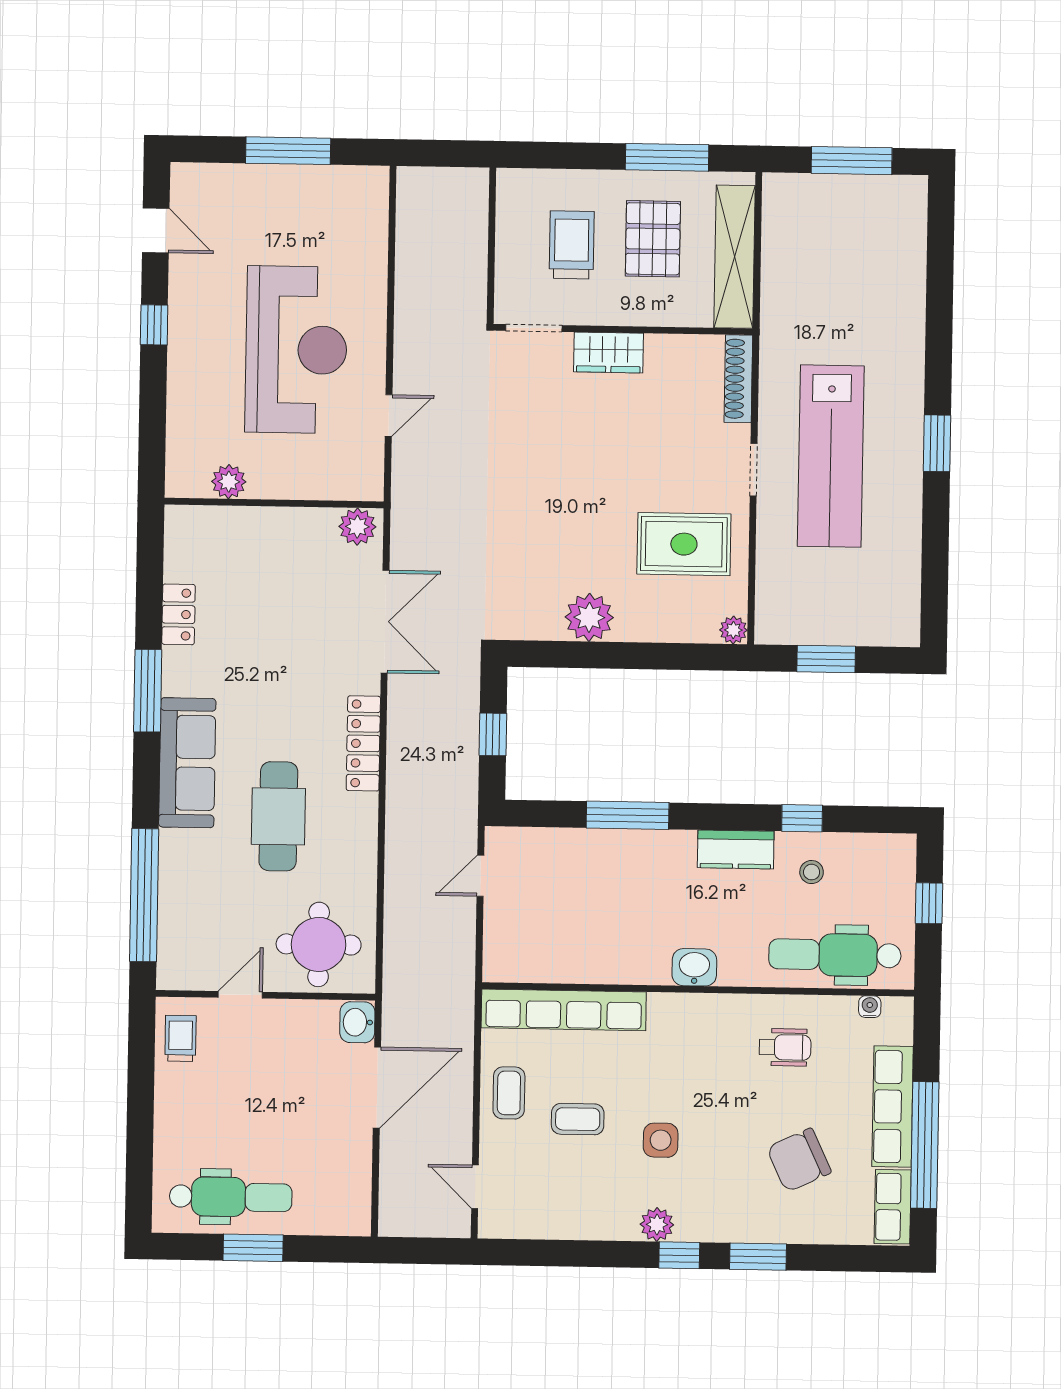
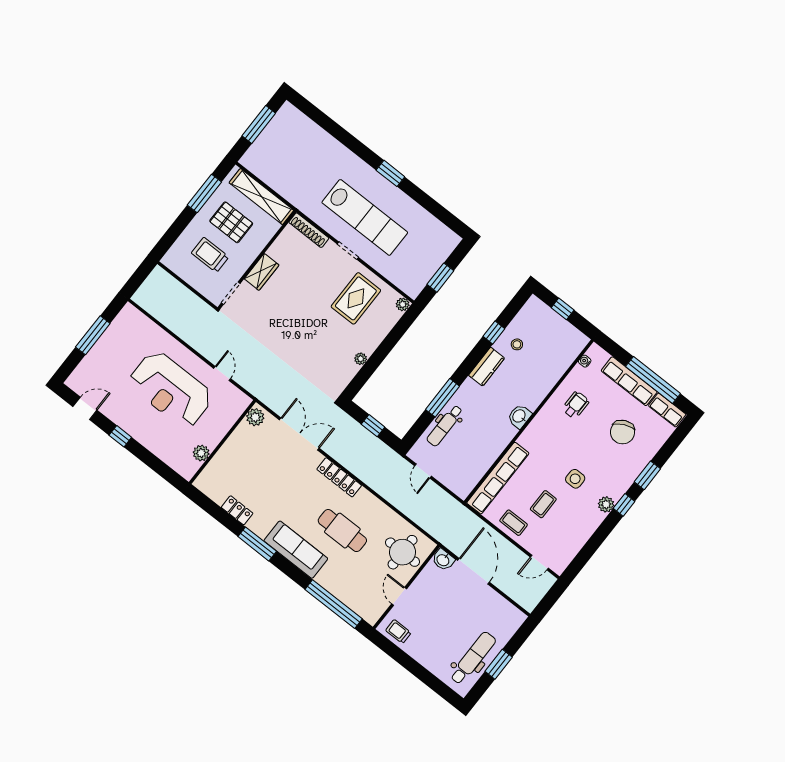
reception desk: (296, 350) -> (171, 389), turned 180
plant: (589, 617) -> (361, 359), width x0.53, depth x0.53
dental chair: (835, 955) -> (445, 426), moved, width x0.73, depth x0.72

